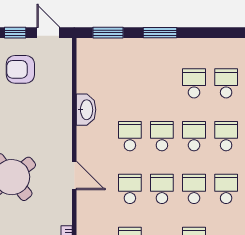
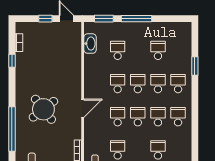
window: (160, 33) -> (137, 19), width x1.44
armchair: (20, 69) -> (49, 42), removed
school desk: (226, 83) -> (118, 50), moved
washbasin: (86, 110) -> (90, 44), moved
door: (74, 175) -> (83, 108), hinge flipped

